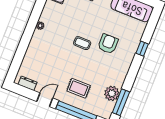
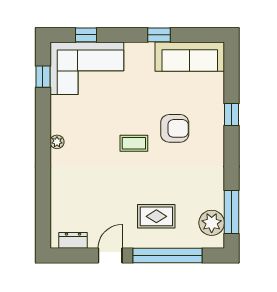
armchair: (108, 44) -> (175, 128), turned 90
plant: (112, 93) -> (212, 223), moved

